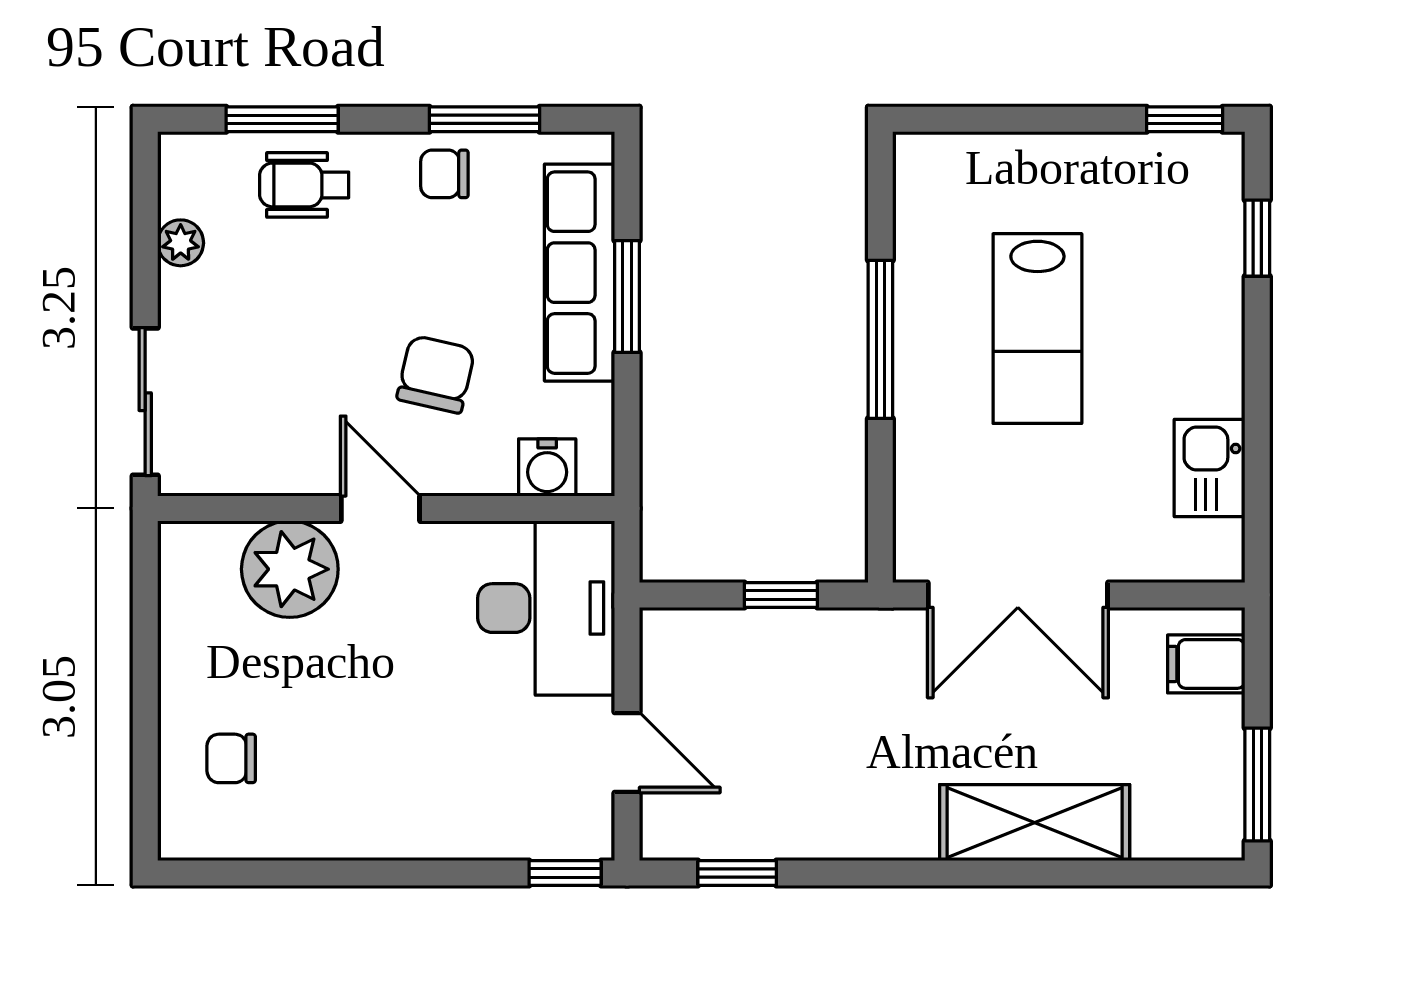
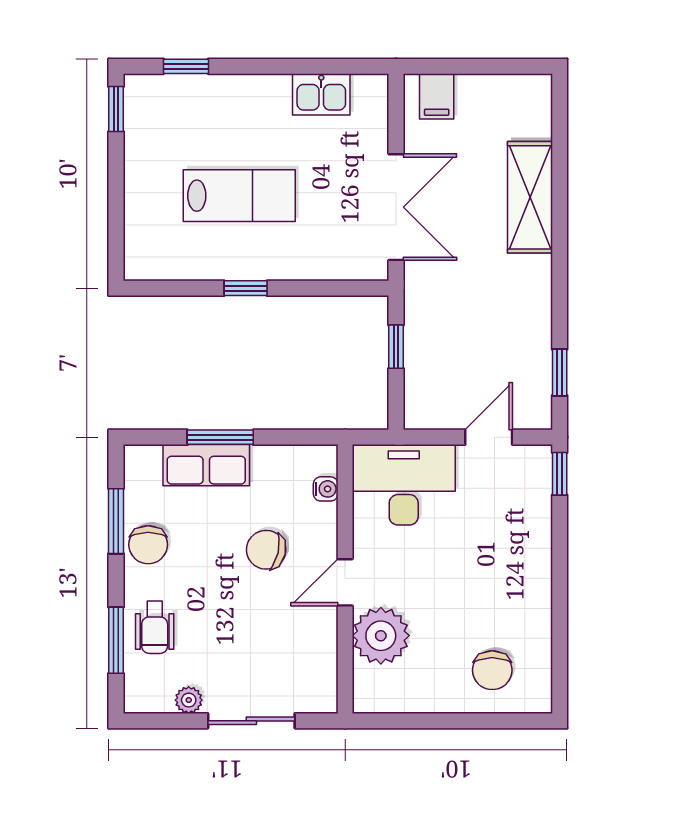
chair: (444, 174) -> (148, 545), width x1.37, depth x1.37
row of seats: (580, 273) -> (206, 465), width x0.68
window: (880, 339) -> (246, 288), width x0.46
sliding door: (145, 402) -> (251, 721), moved
water cooler: (547, 467) -> (326, 489), width x0.72, depth x0.72
chair: (231, 758) -> (492, 670), width x1.37, depth x1.37
window: (1257, 784) -> (508, 66), removed

